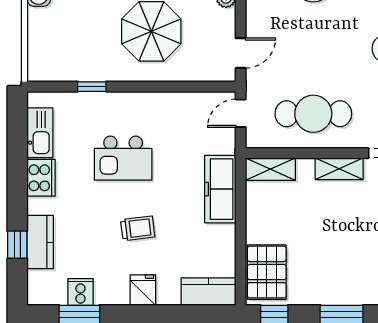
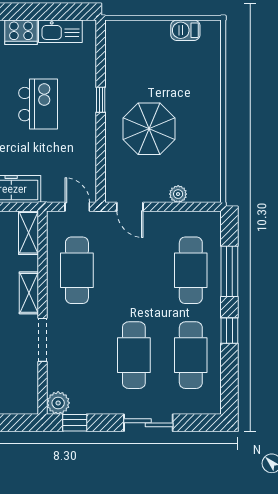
window: (92, 87) -> (101, 100), moved
kitchen island: (123, 158) -> (38, 104), turned 180

